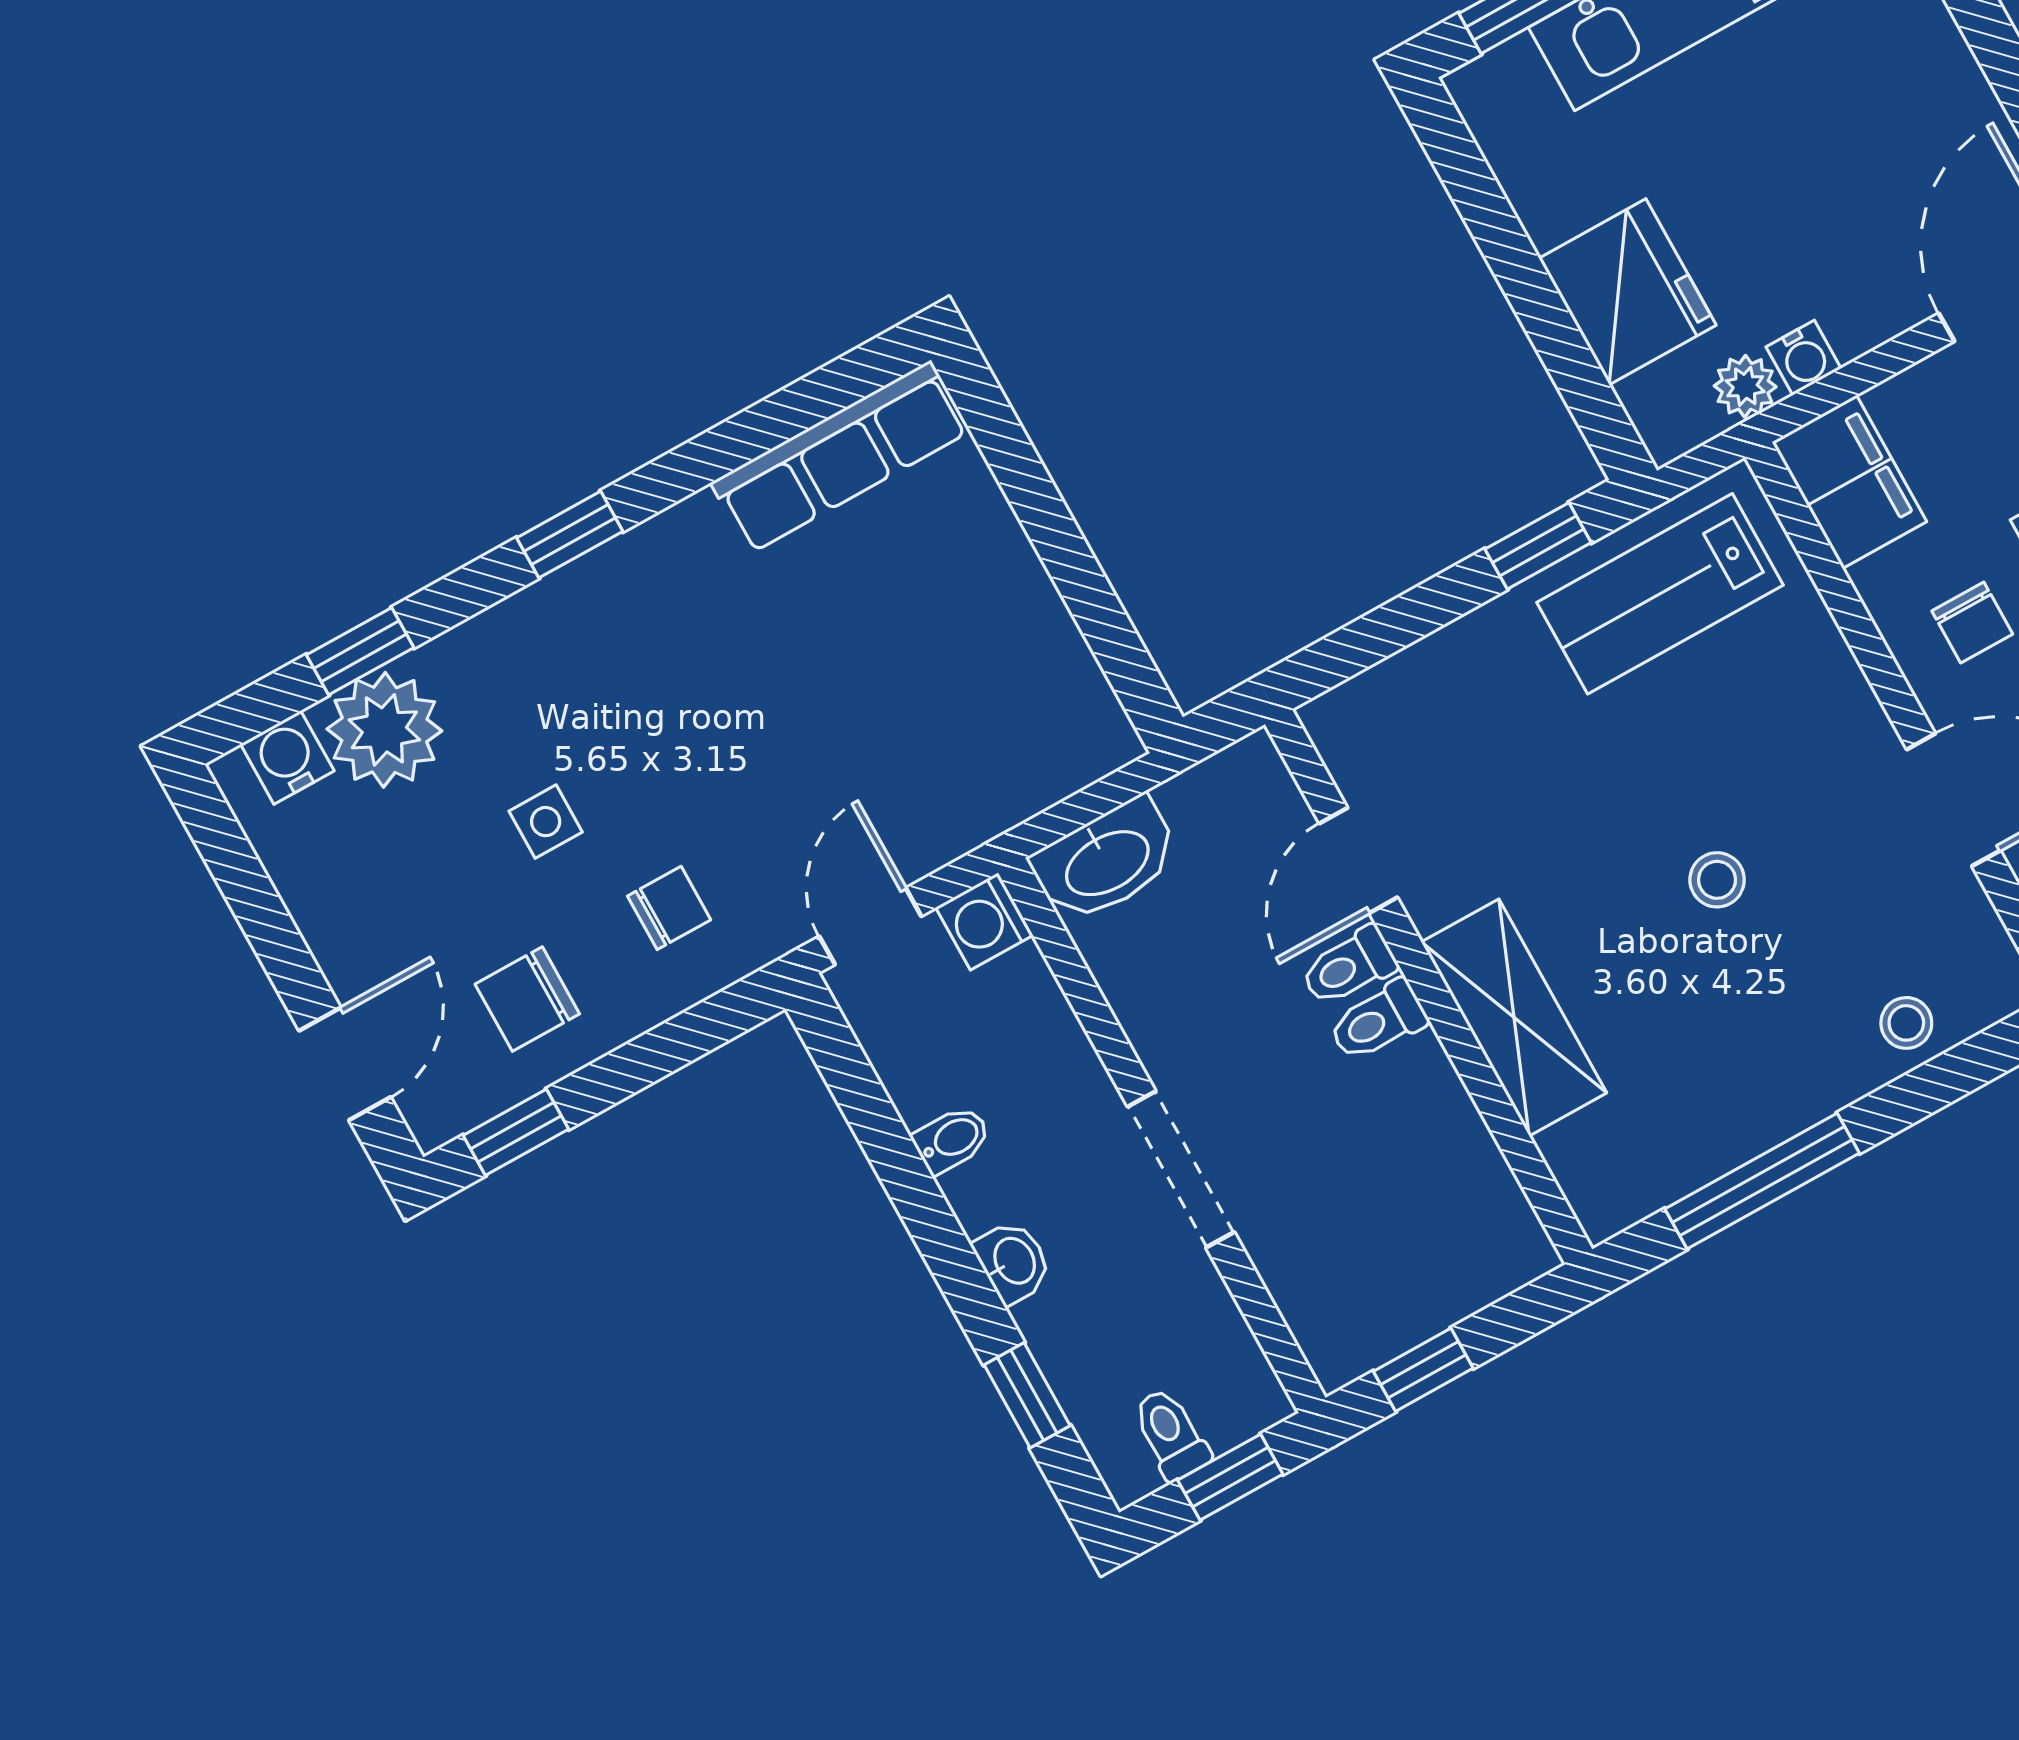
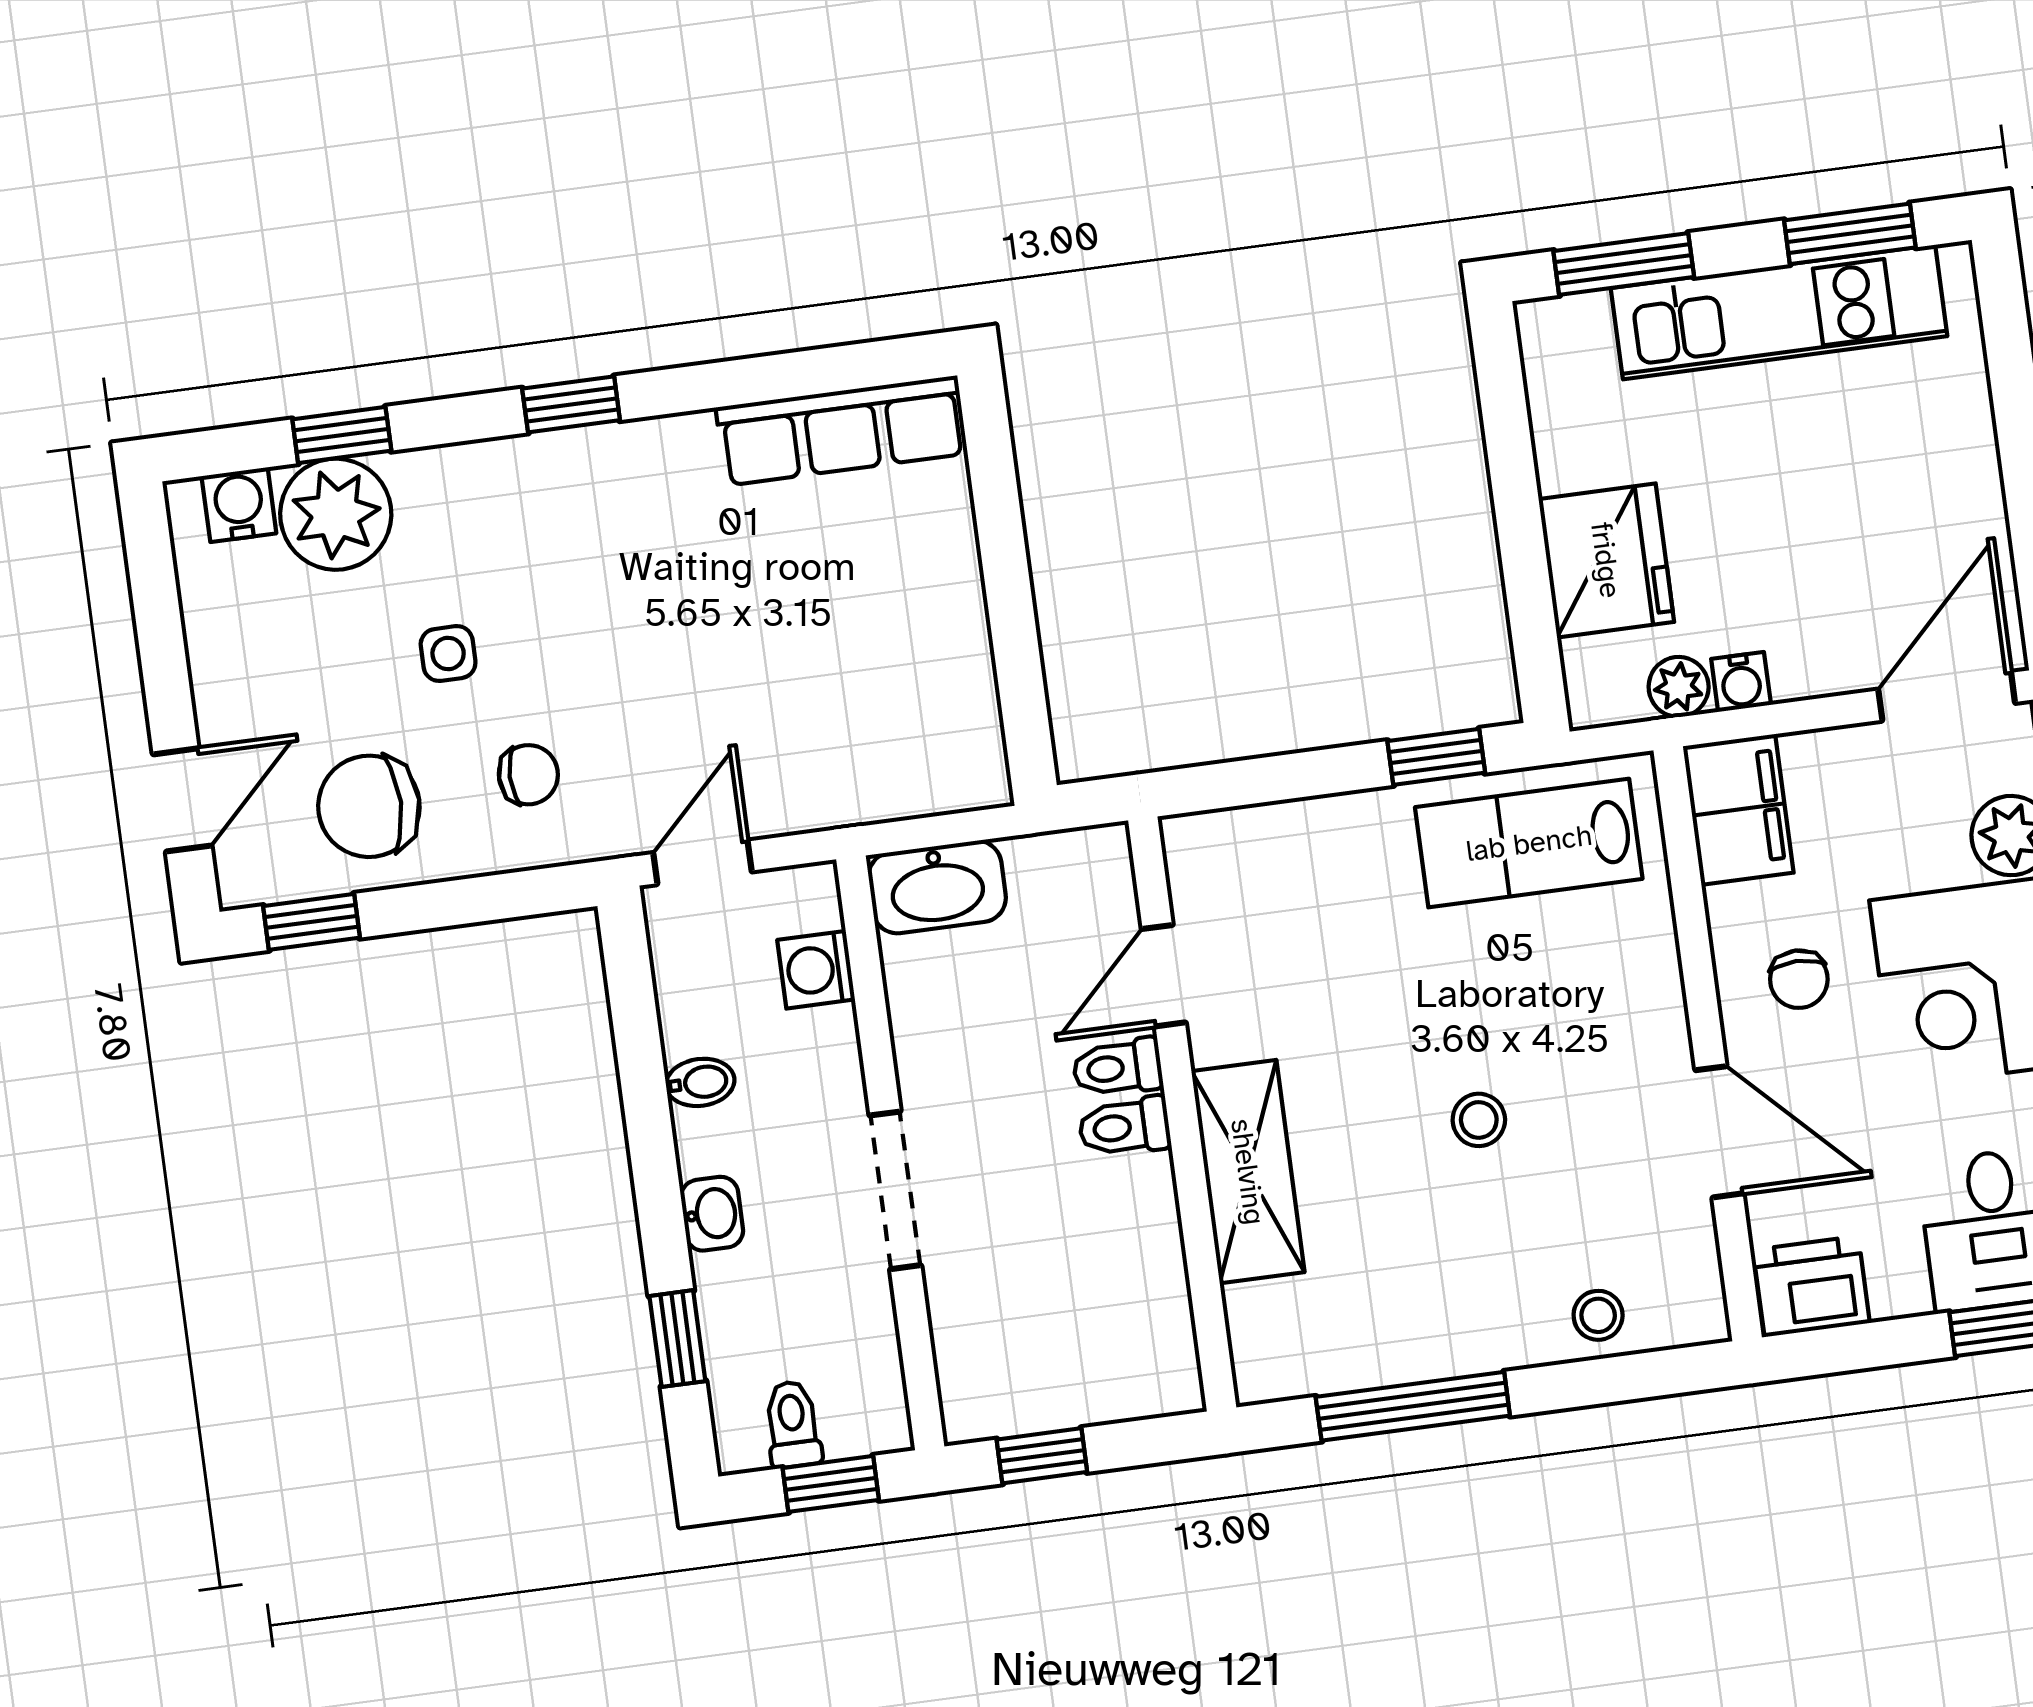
washing machine: (984, 921) -> (816, 970), moved
chair: (527, 999) -> (369, 806), width x1.37, depth x1.37

